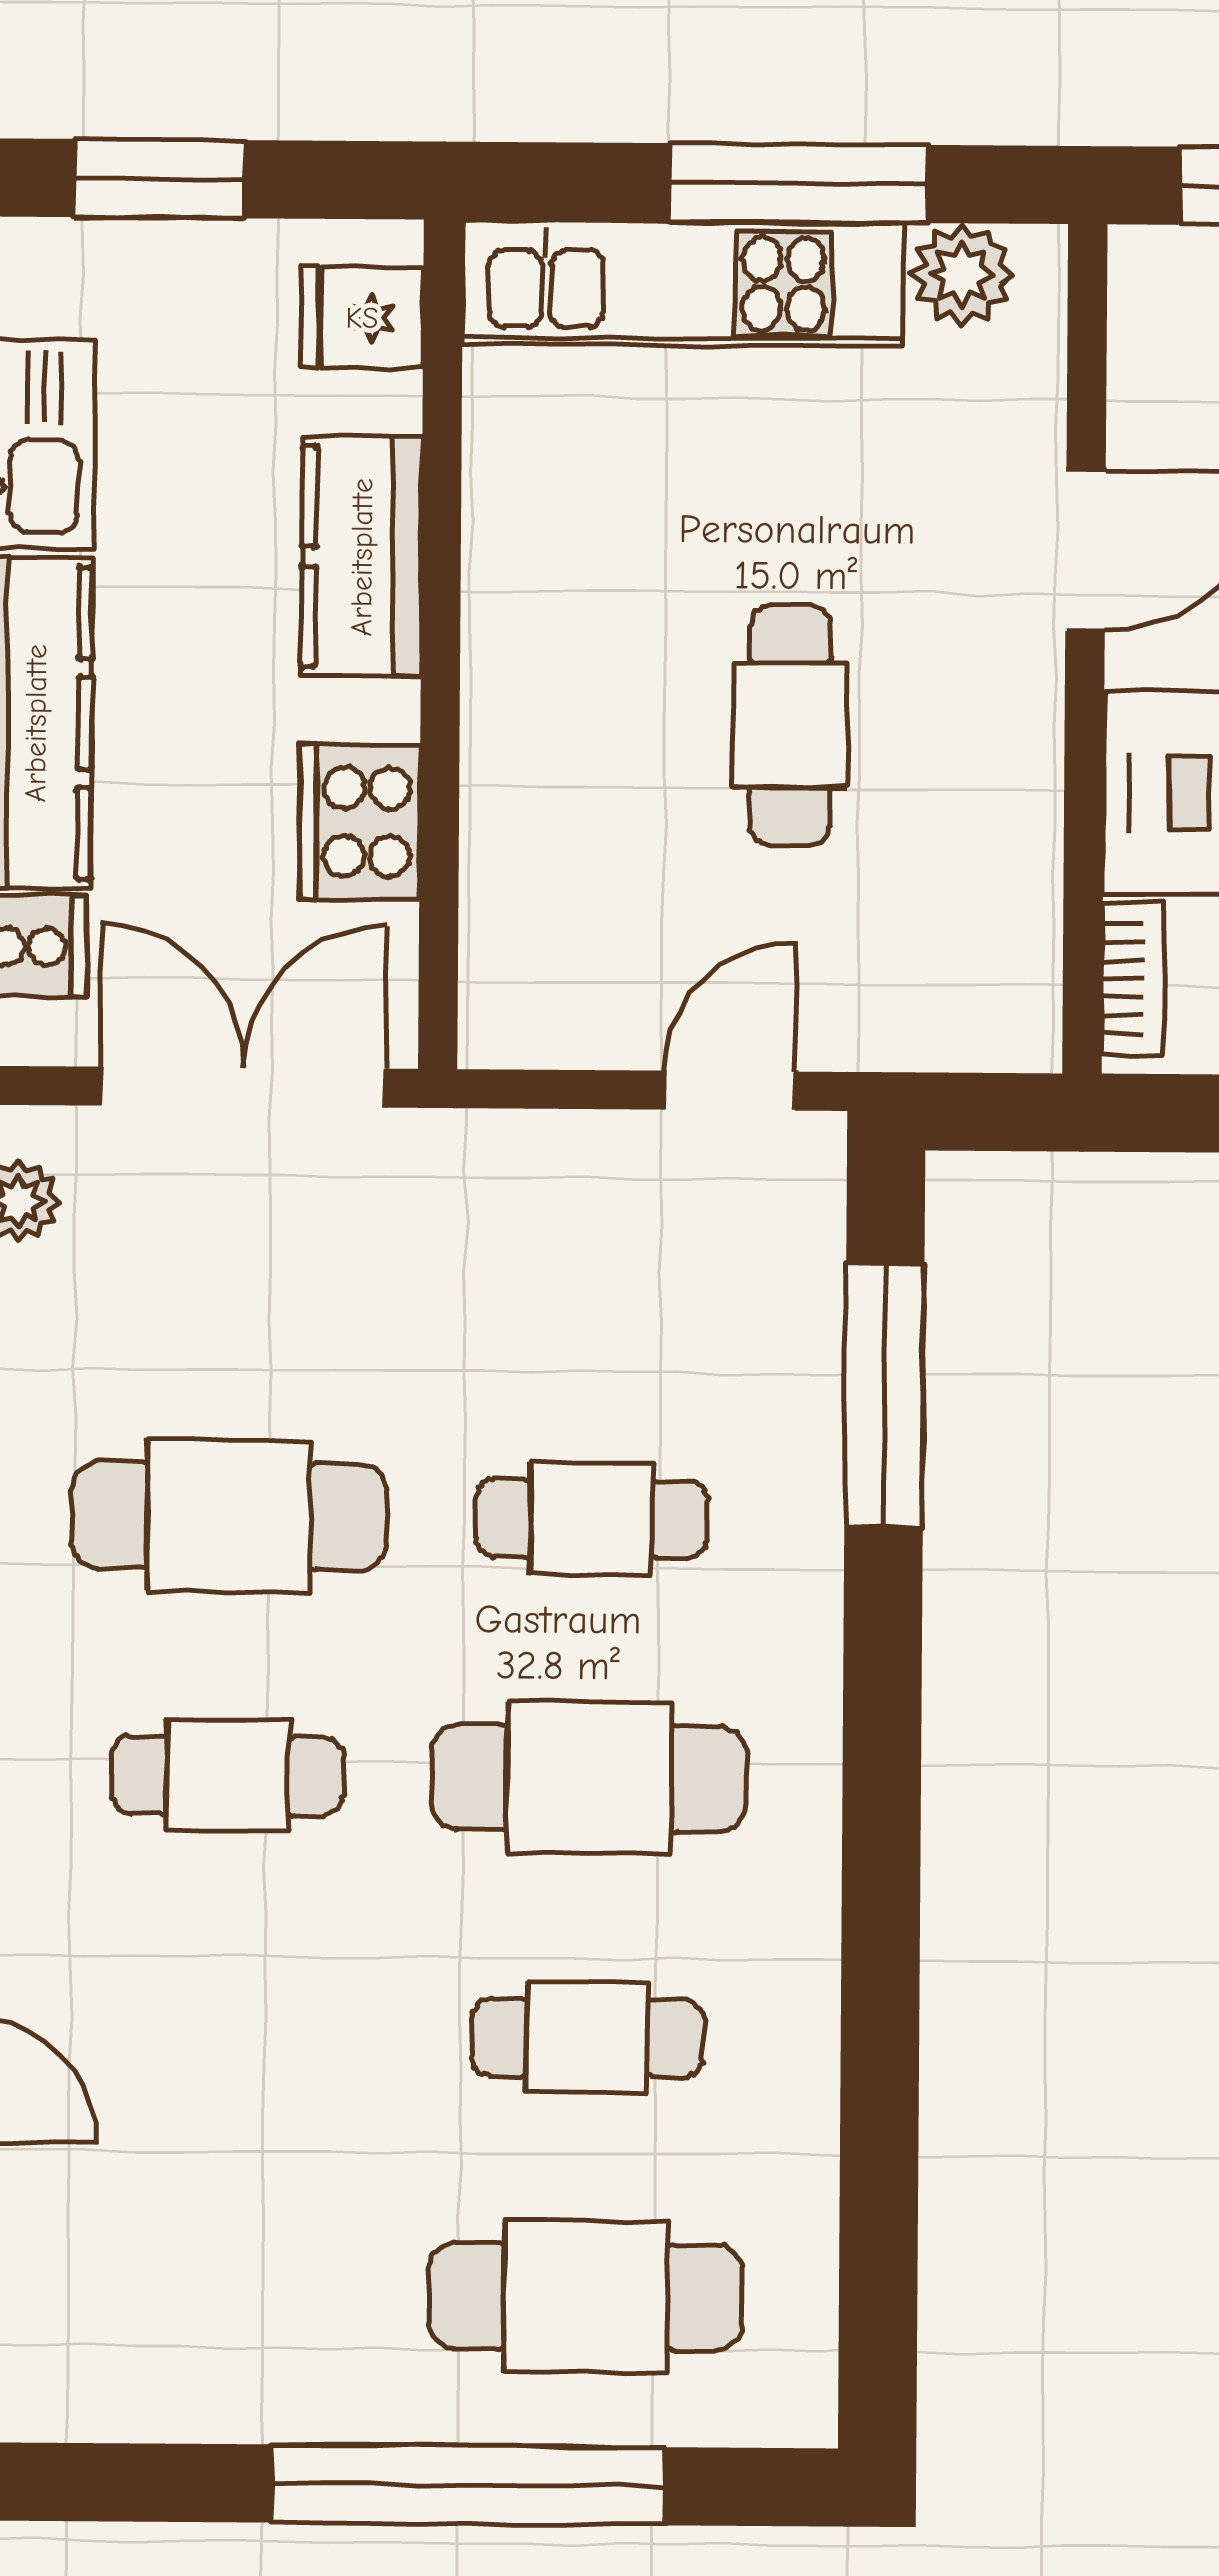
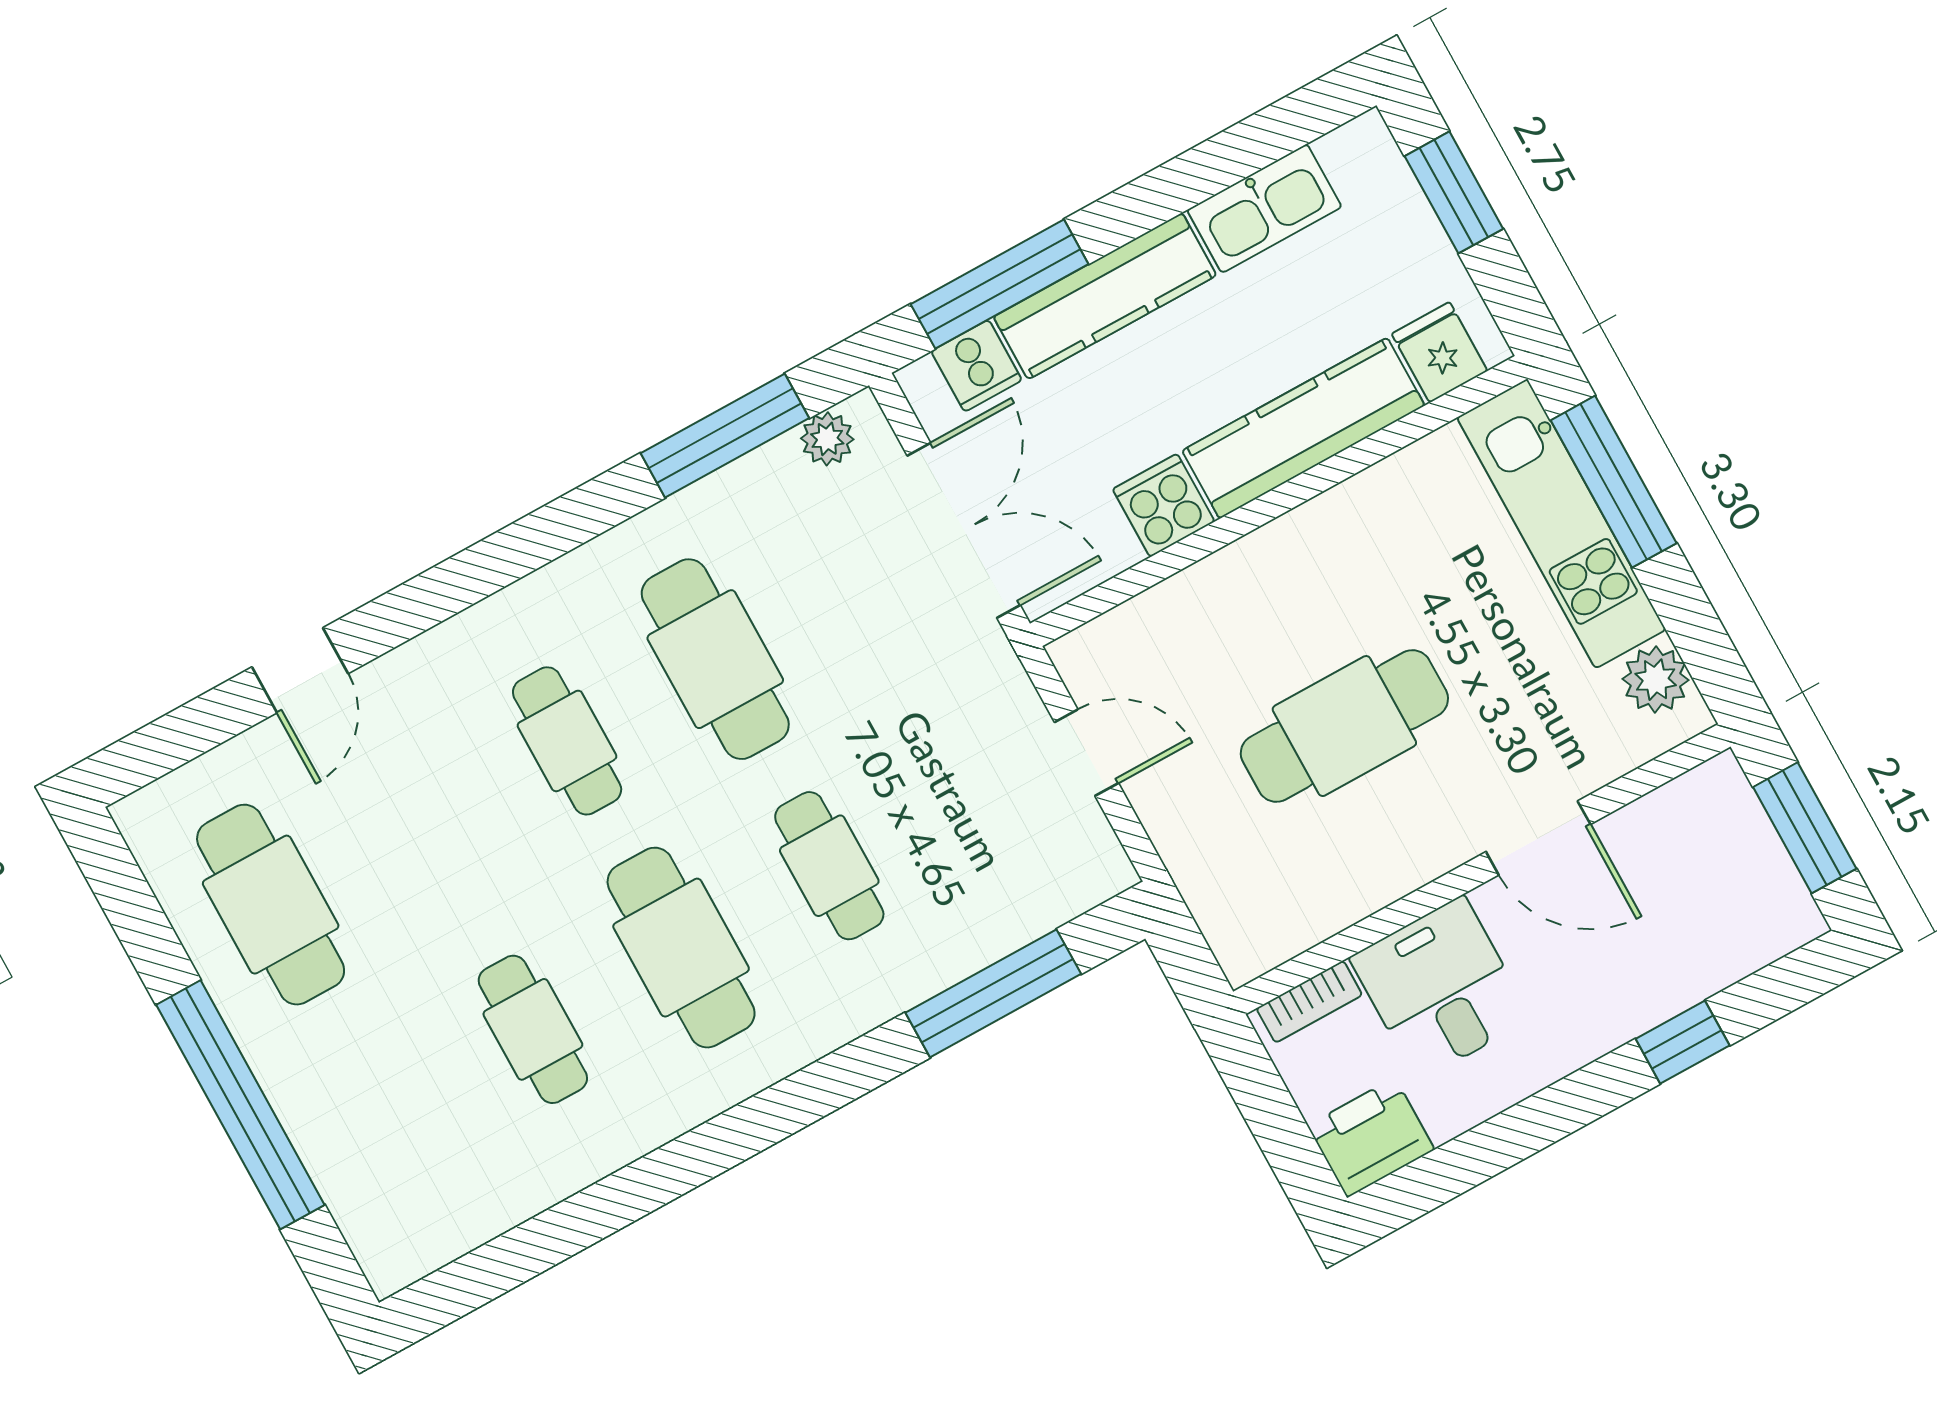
window: (799, 183) -> (1614, 482), moved
kitchen counter: (362, 557) -> (1303, 428), width x1.50
cafe table: (790, 725) -> (1344, 726), width x1.37, depth x1.35
cooker: (360, 822) -> (1164, 505), width x0.73
door: (730, 1091) -> (1086, 753), moved
cafe table: (585, 2297) -> (271, 905), moved

